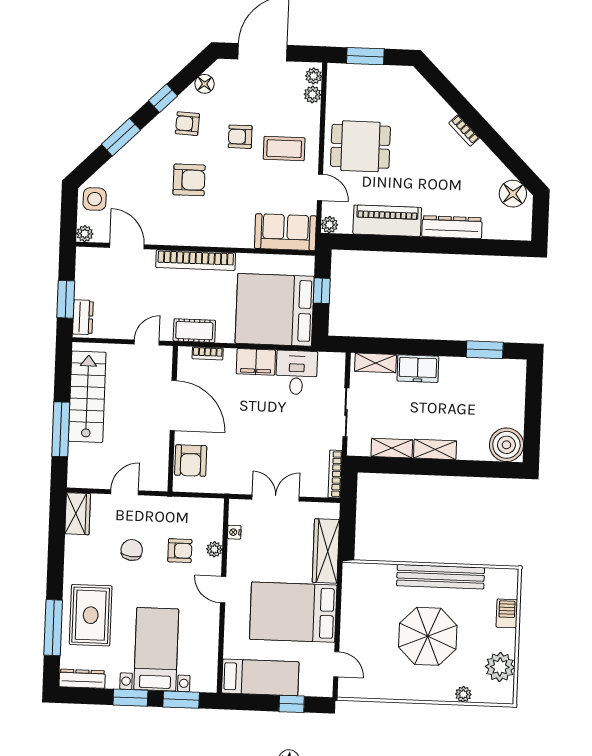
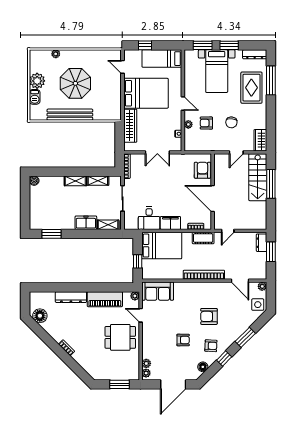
coffee table: (284, 149) -> (160, 335), removed
bed: (275, 310) -> (162, 246), width x0.73
stairs: (87, 397) -> (258, 177), moved
boiler: (506, 445) -> (34, 181), width x0.54, depth x0.54
plant: (500, 667) -> (37, 81), moved

